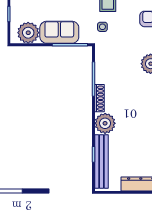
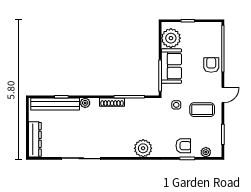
plant: (105, 123) -> (85, 103), width x0.53, depth x0.53

